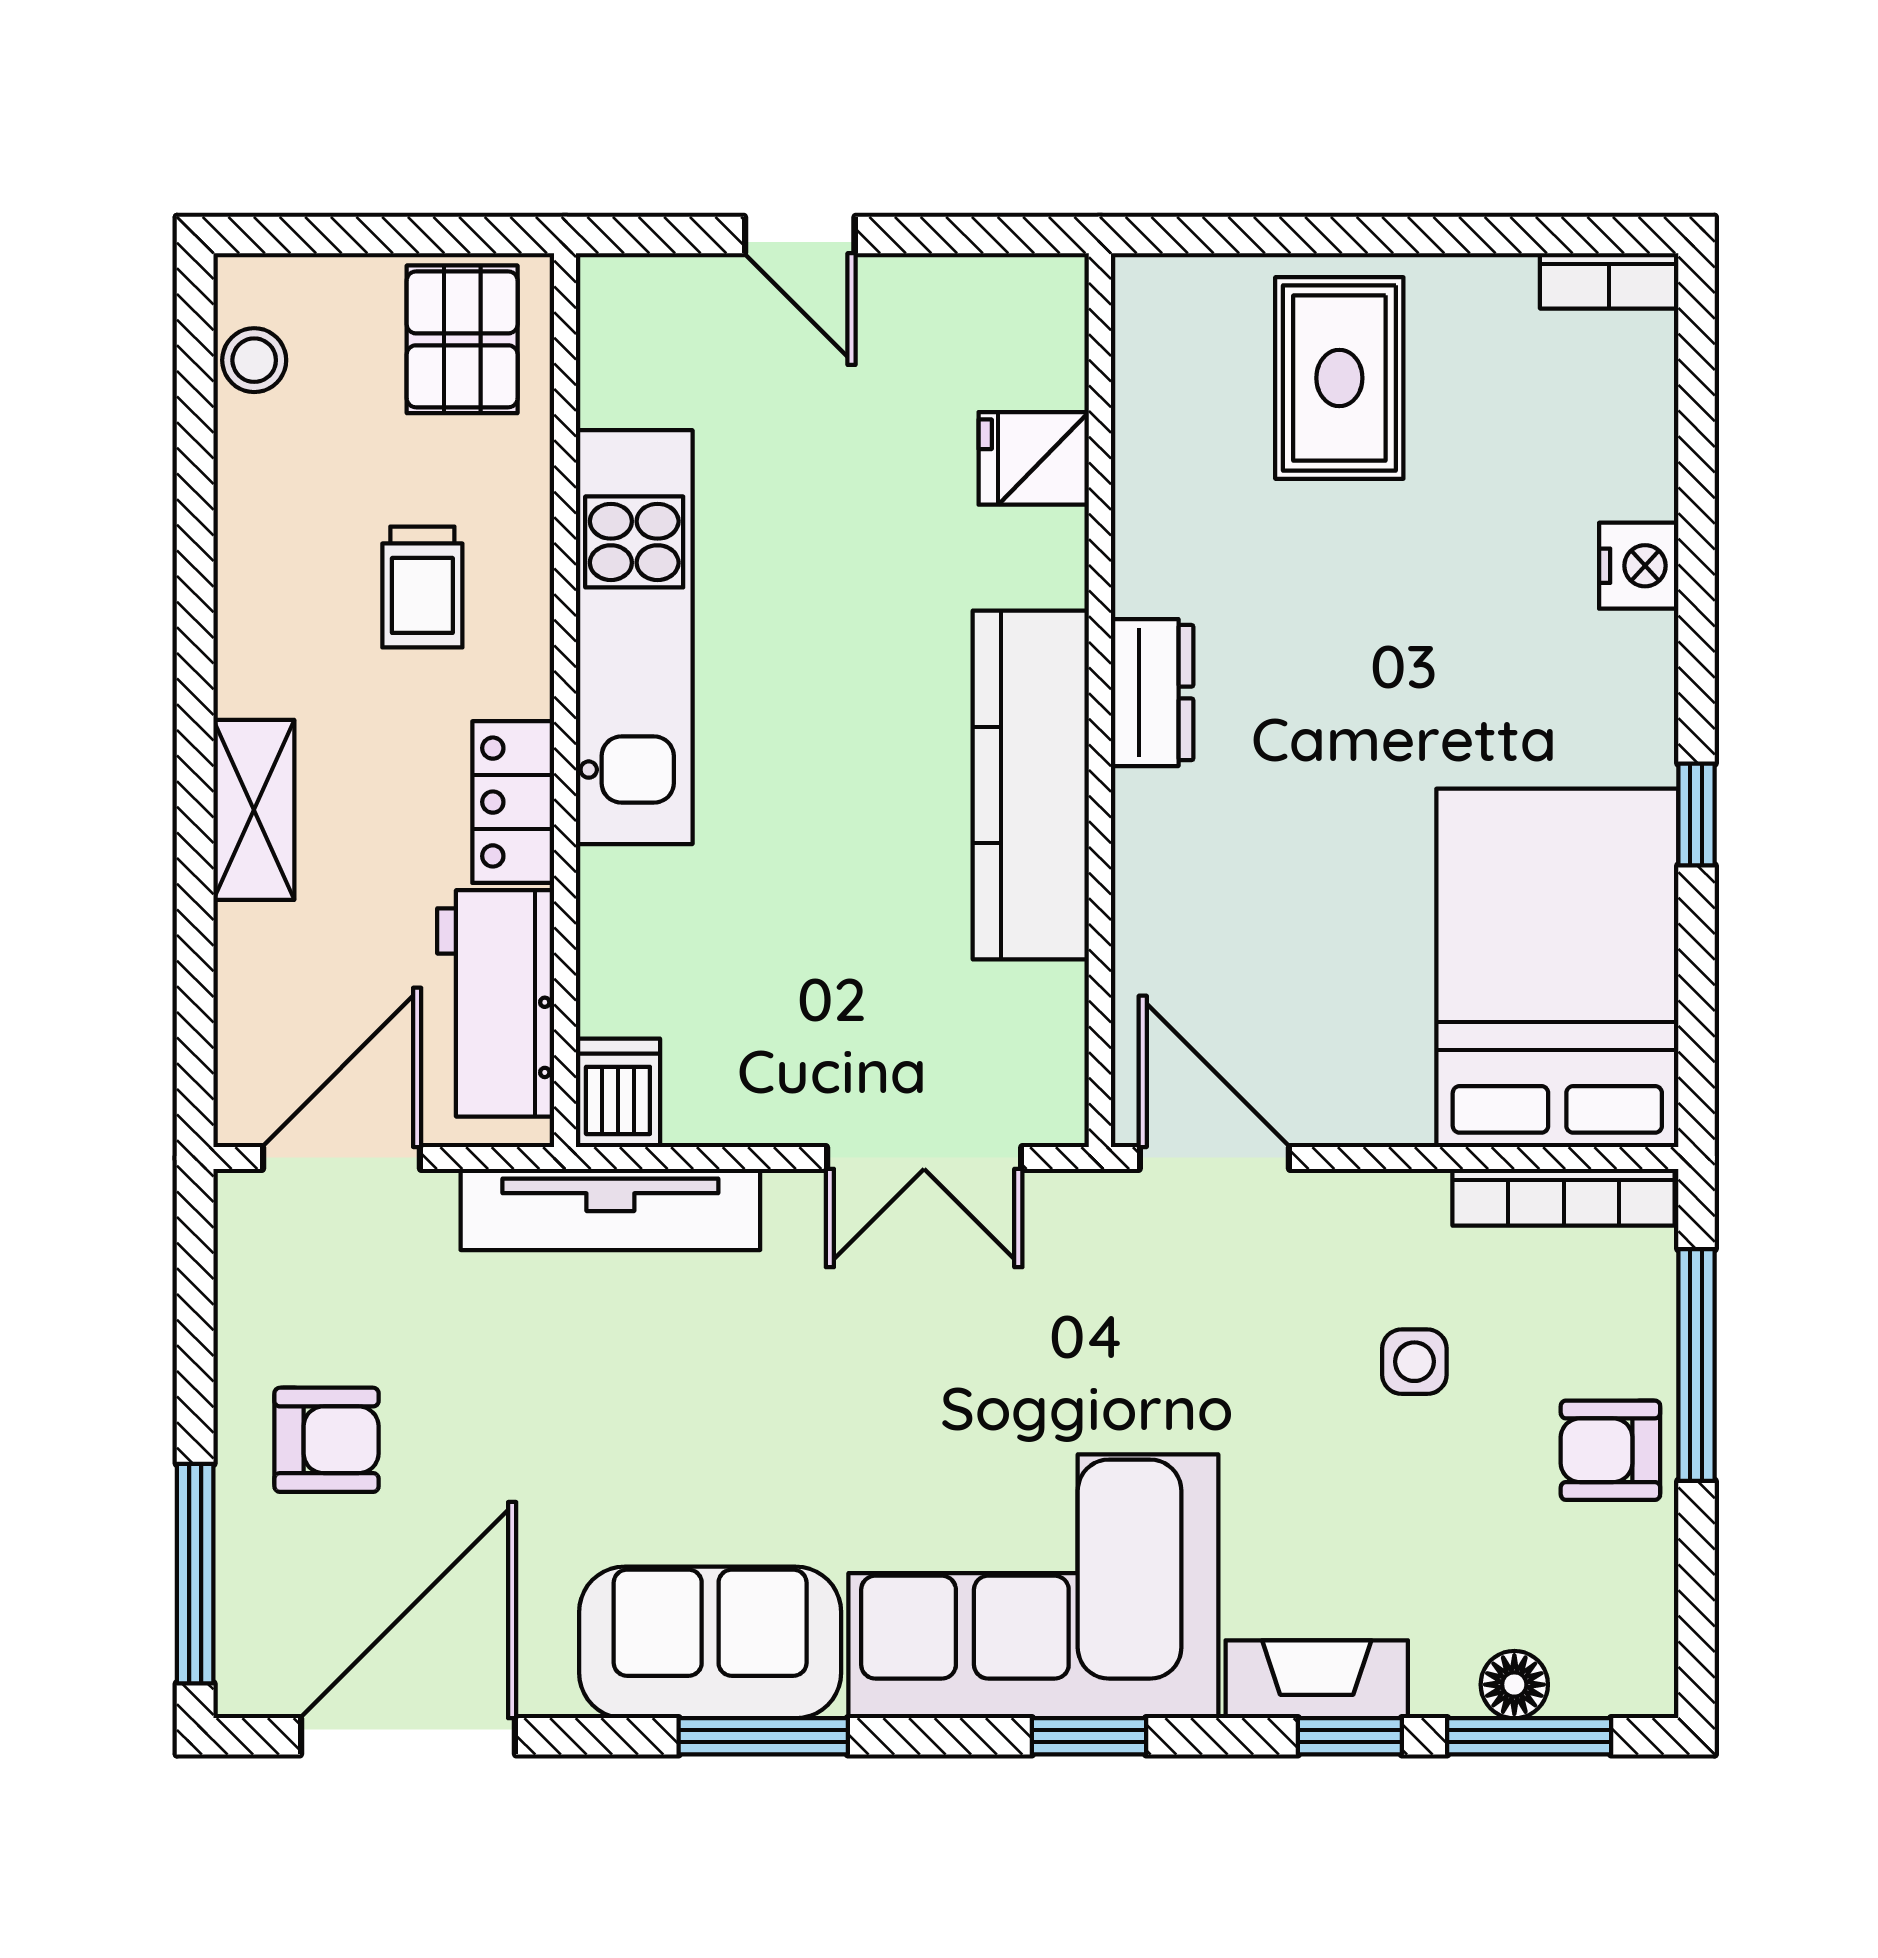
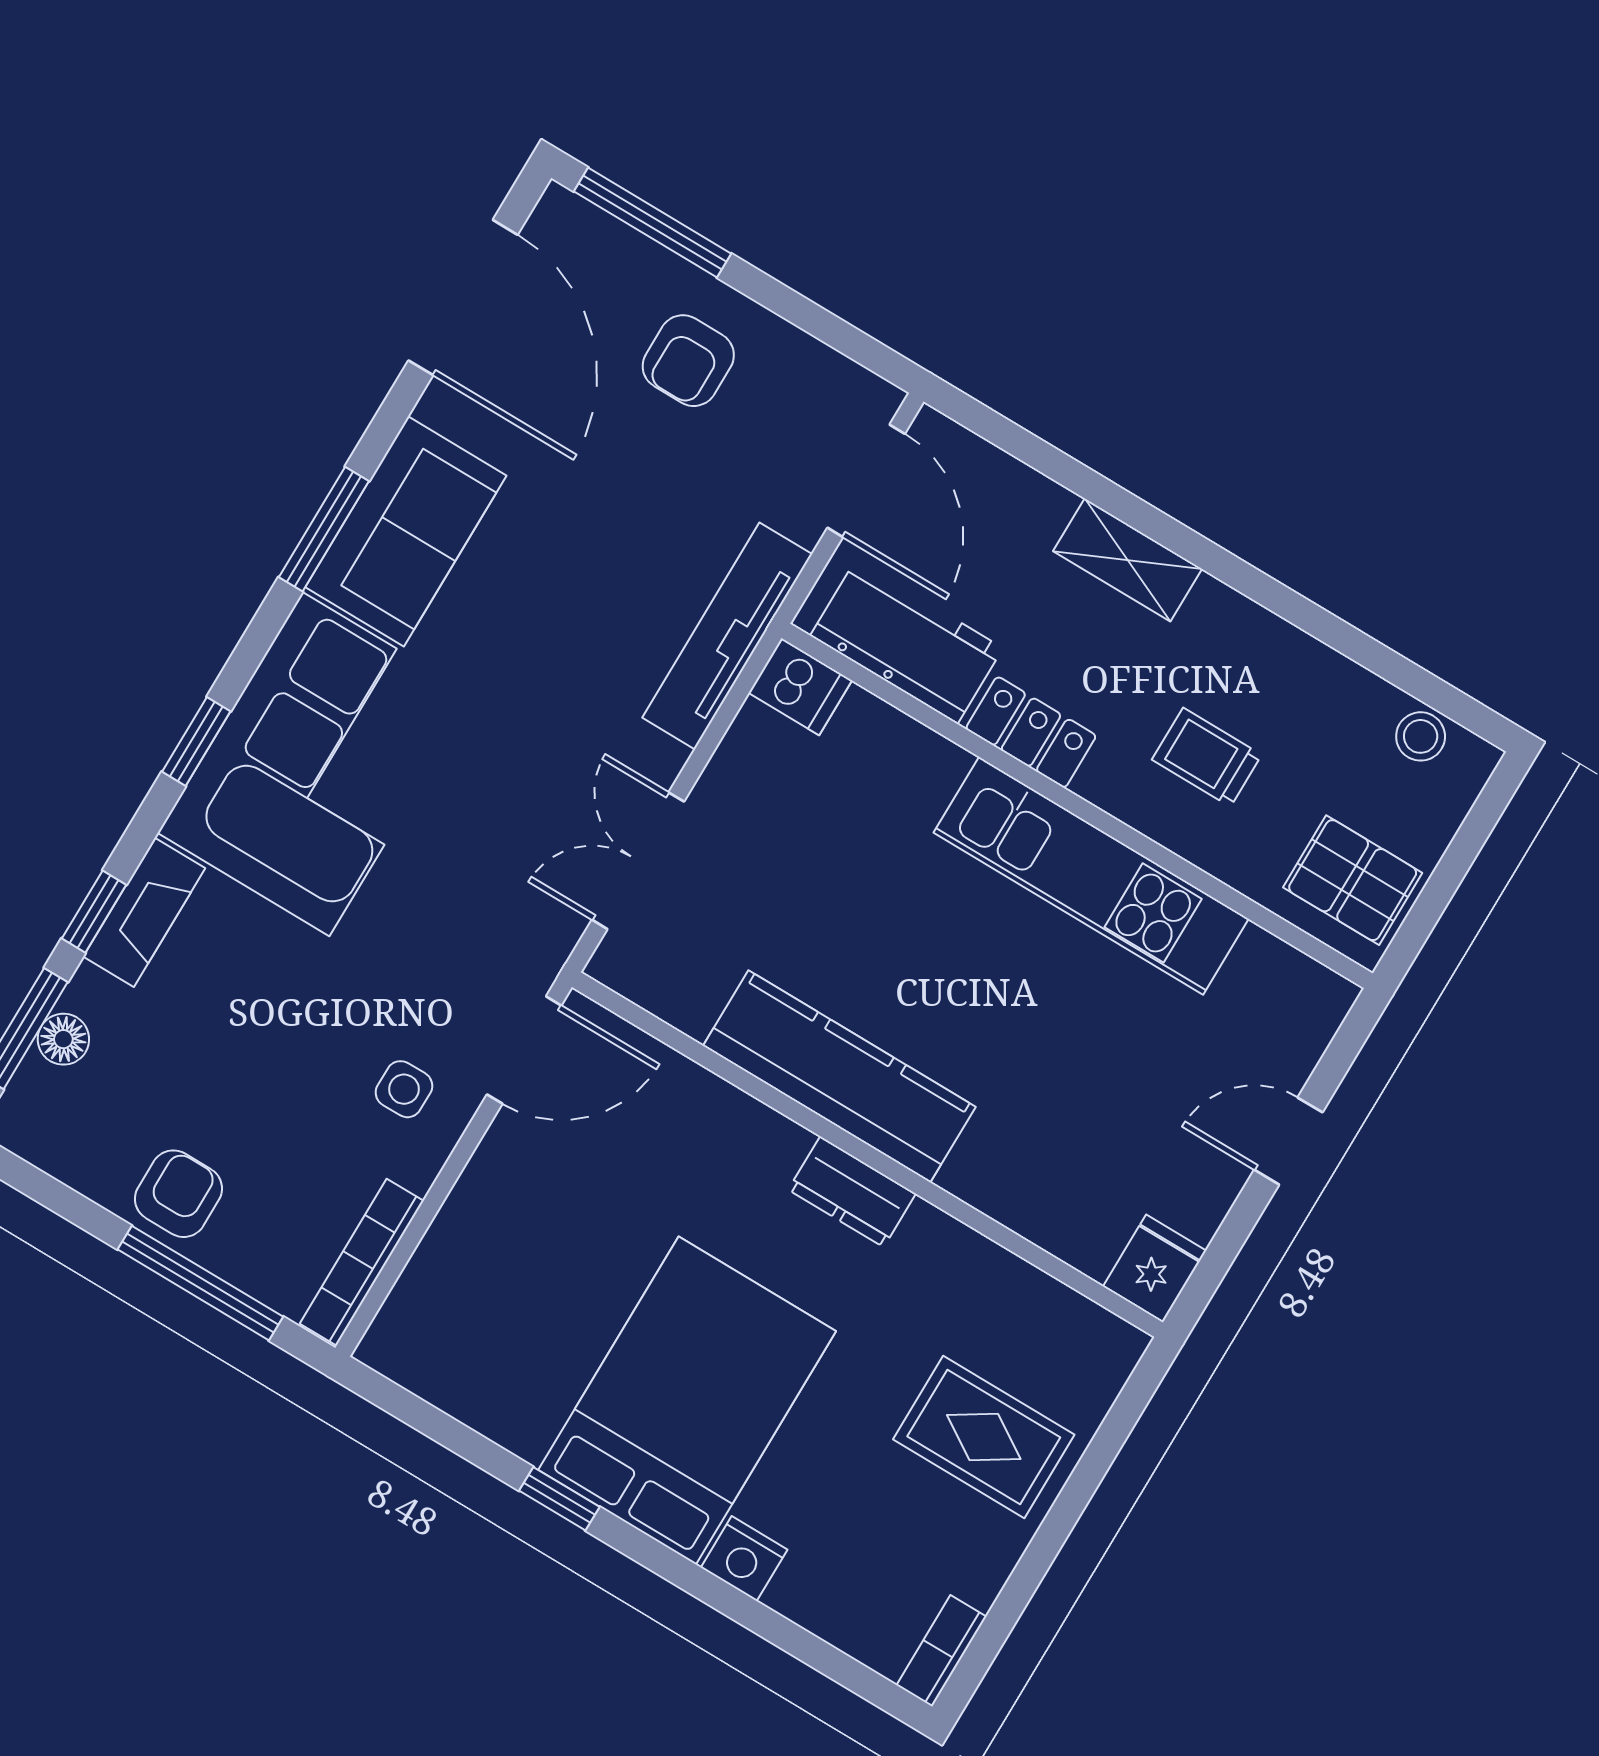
fridge: (1034, 458) -> (1155, 1268), moved
bed: (1557, 968) -> (687, 1400), moved, turned -90
side table: (1414, 1362) -> (404, 1089), moved

